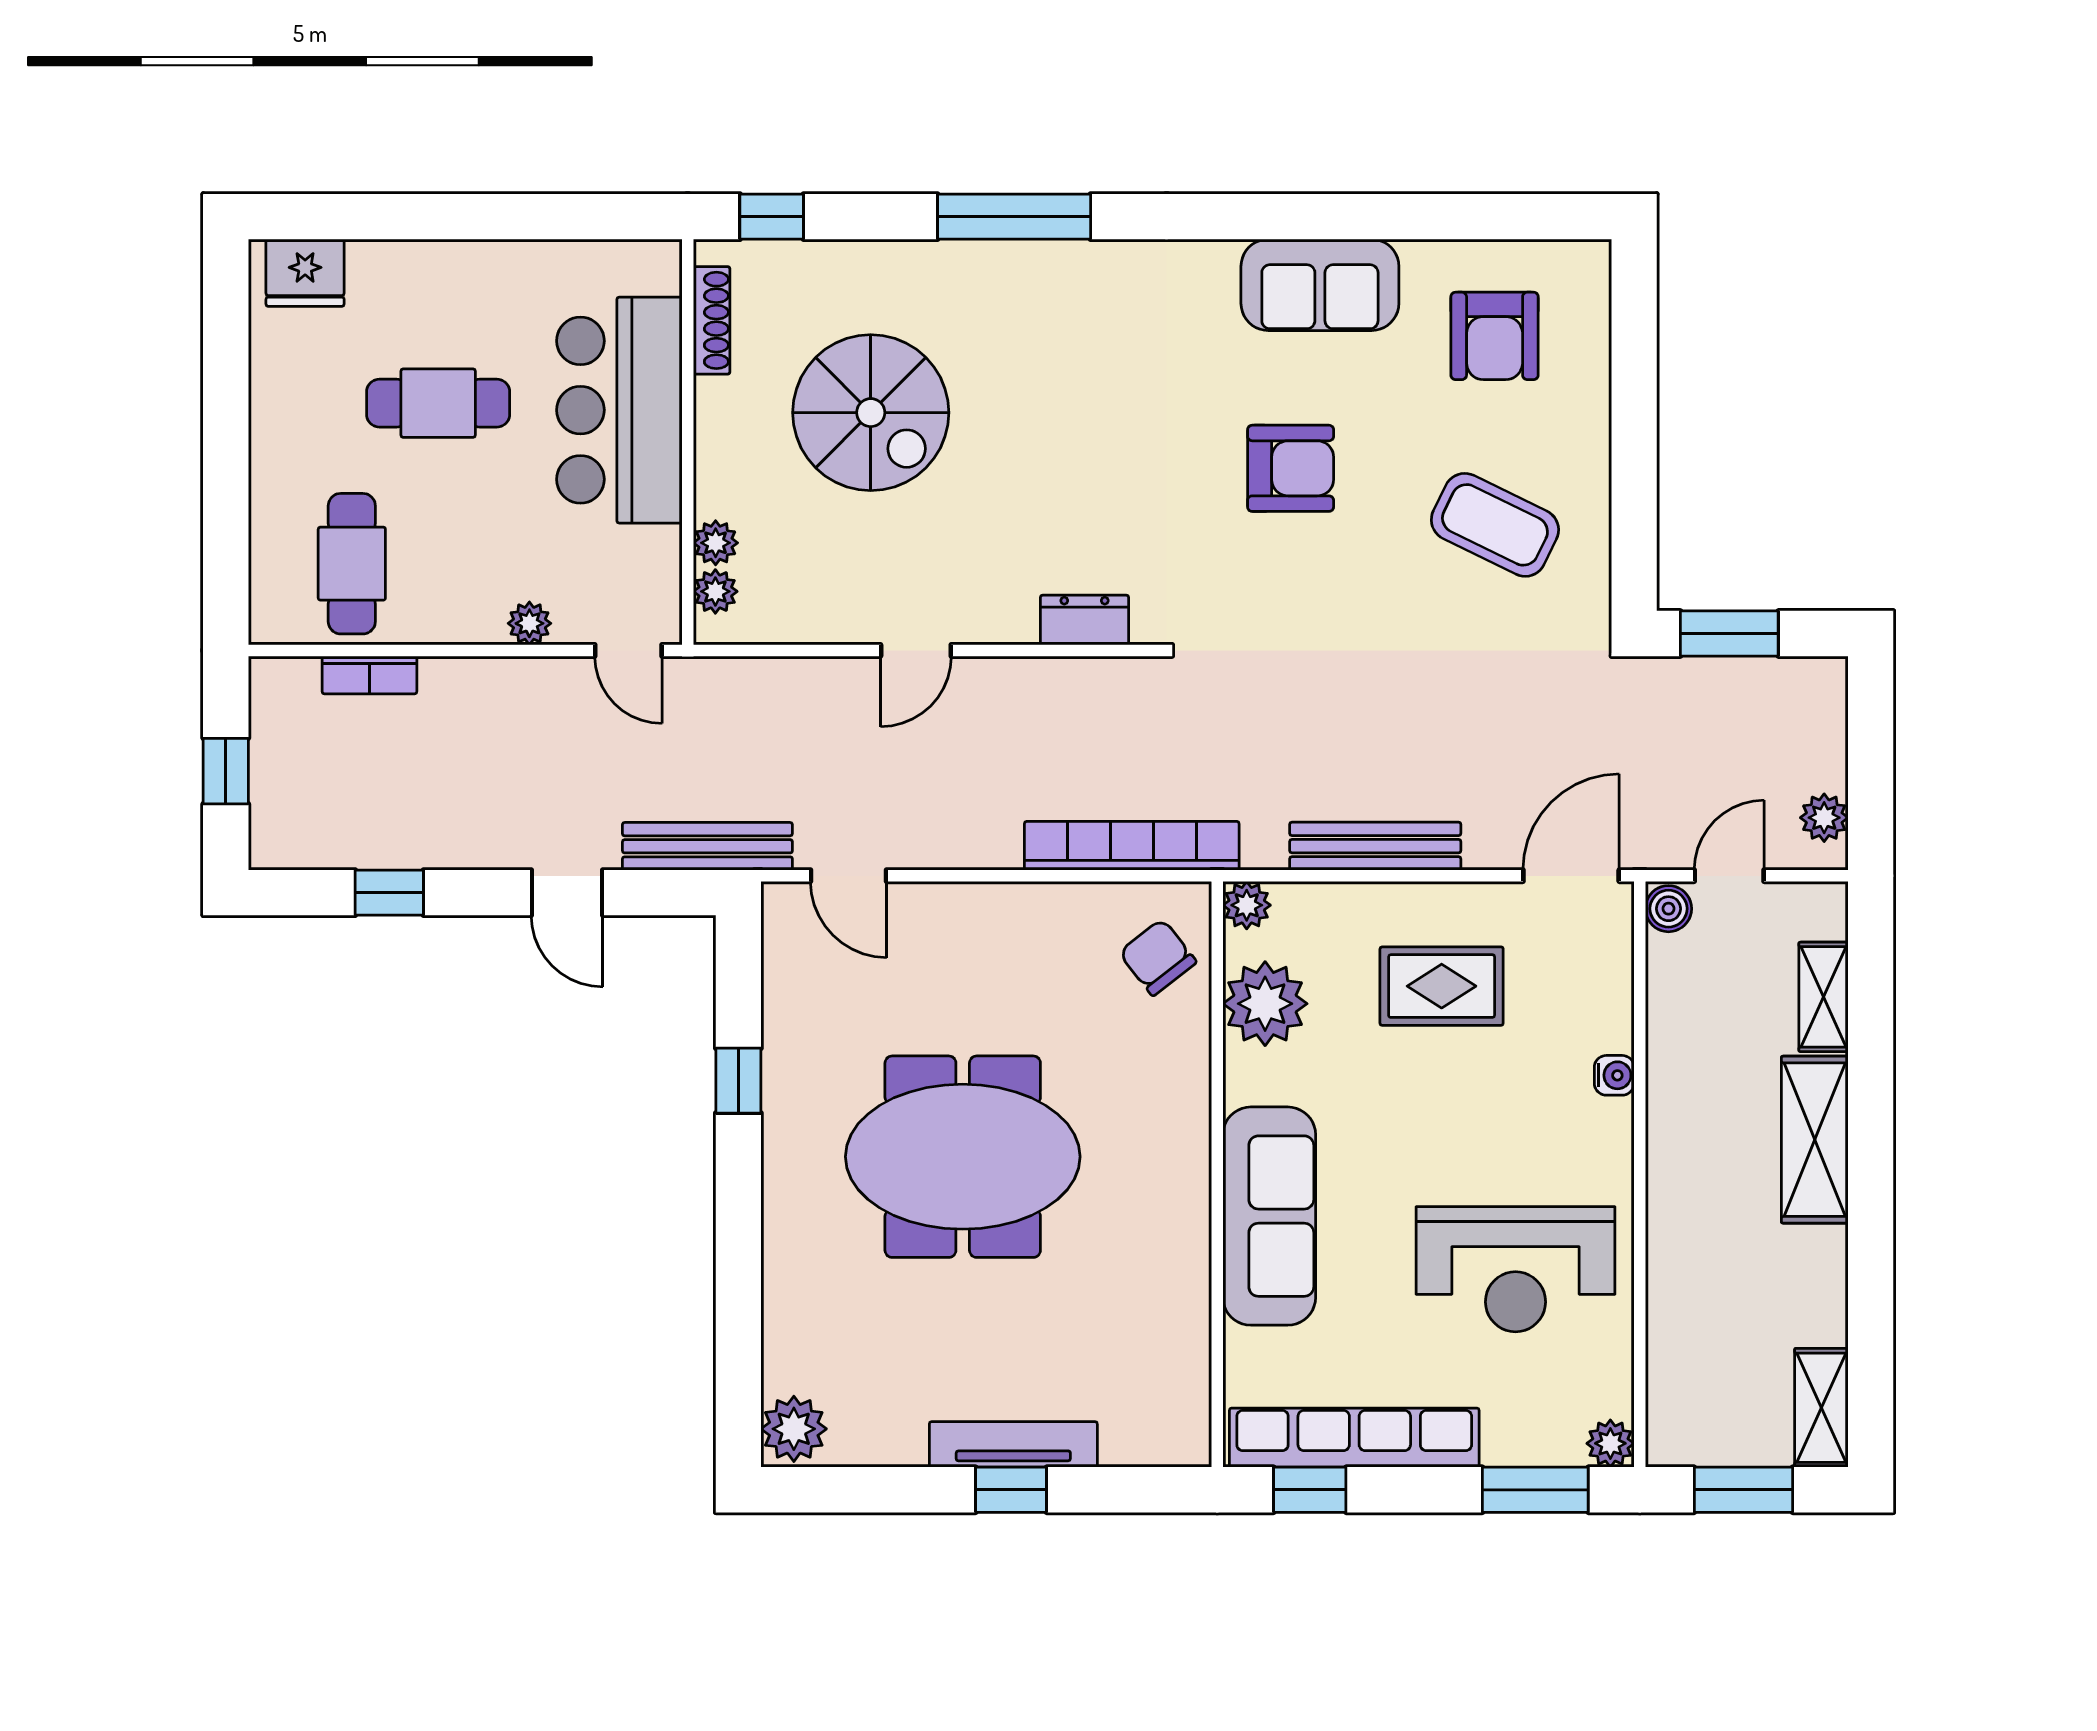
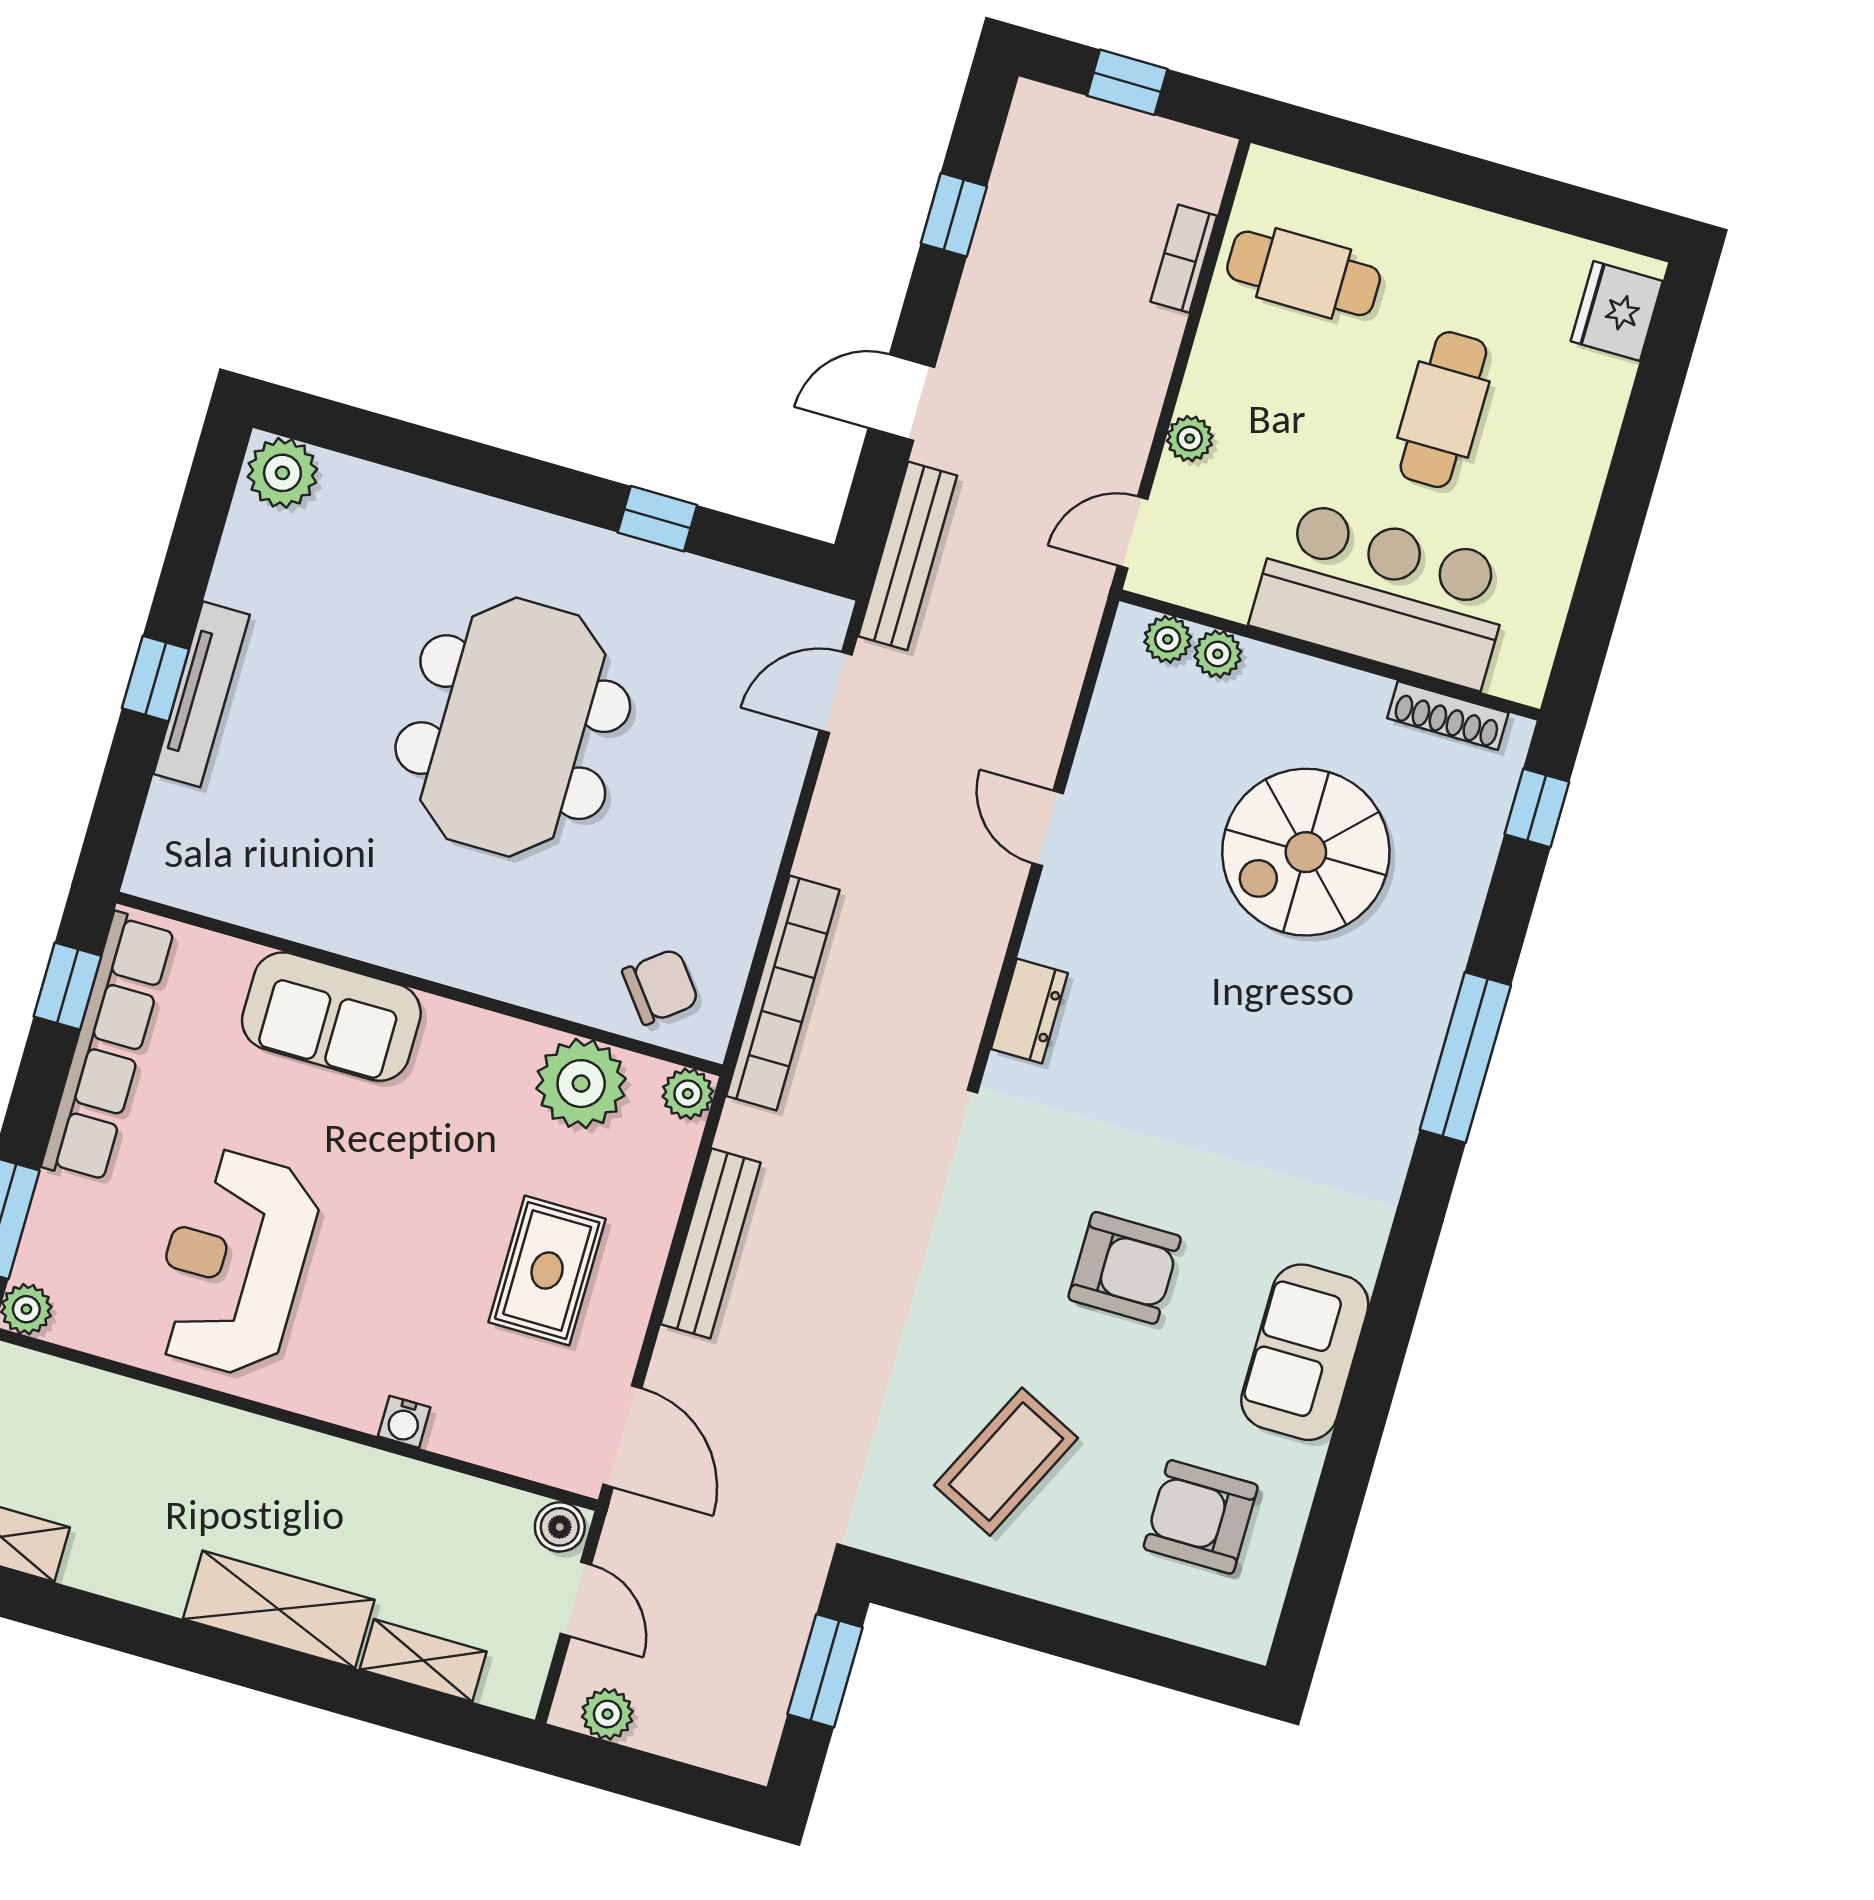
armchair: (1291, 468) -> (1125, 1268), turned -90
sofa: (1269, 1216) -> (331, 1017), width x0.73

